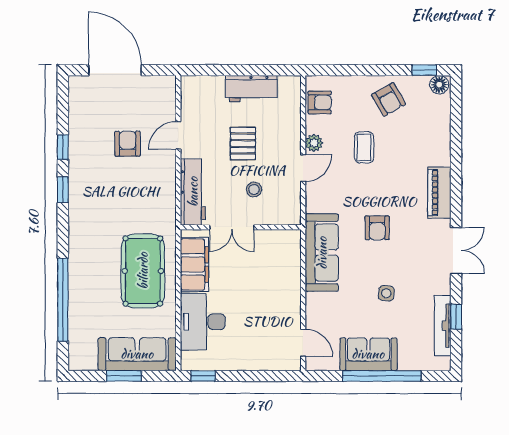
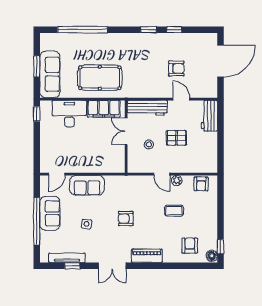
workbench: (251, 89) -> (209, 116), moved
armchair: (389, 99) -> (190, 245), moved, turned 120
sofa: (322, 253) -> (87, 185), moved, width x0.73

